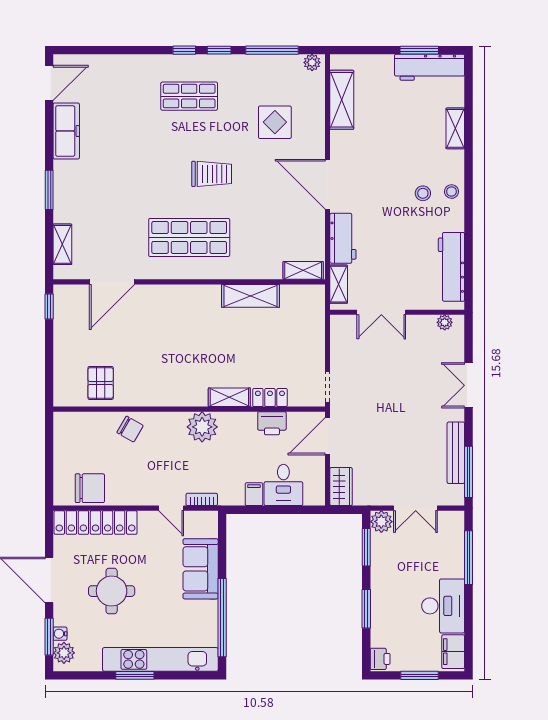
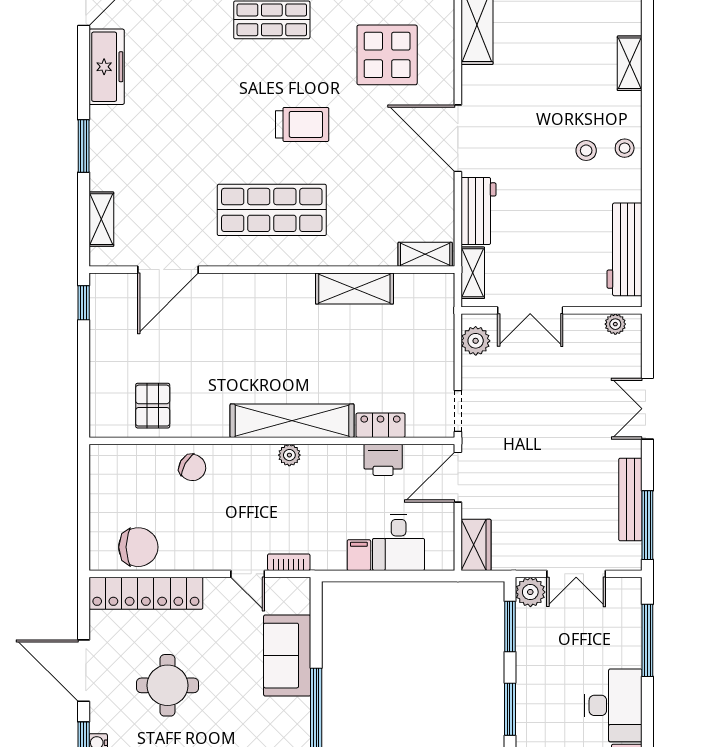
display table: (275, 122) -> (387, 55), width x1.36, depth x1.36
plant: (341, 335) -> (476, 341), added
shelving: (229, 397) -> (292, 421), width x2.20, depth x1.33
plant: (202, 427) -> (289, 455), width x0.53, depth x0.53

